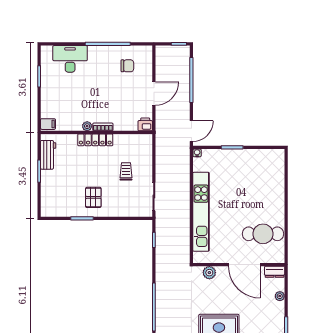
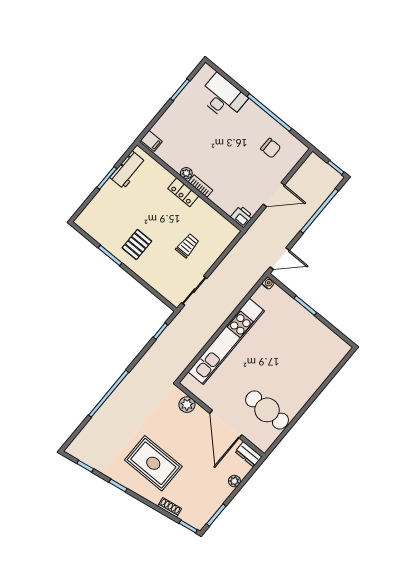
locker: (95, 140) -> (183, 192), width x0.66

